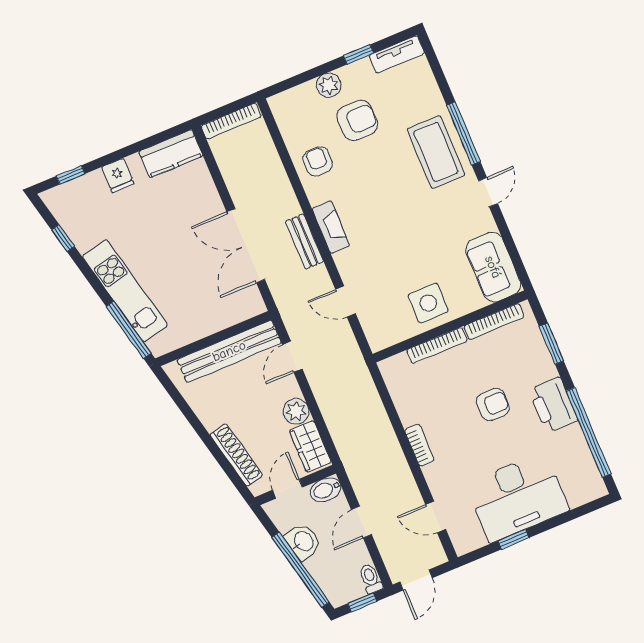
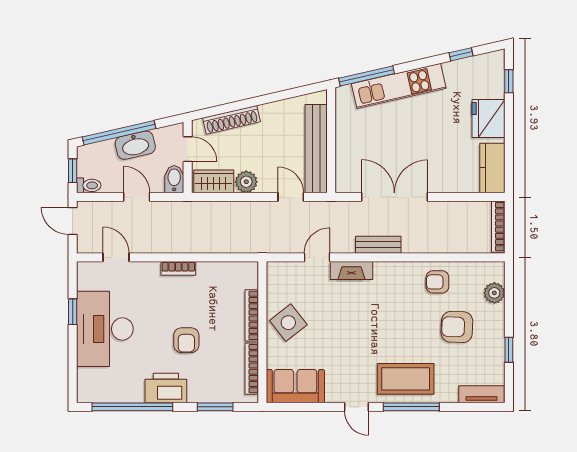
tv unit: (397, 54) -> (481, 394), moved, turned 90
plant: (329, 85) -> (494, 293), moved
armchair: (357, 120) -> (457, 327), turned 92
armchair: (318, 161) -> (437, 282), turned 180
fridge: (118, 176) -> (488, 119), width x1.88, depth x1.34
fireplace: (331, 227) -> (351, 271), moved
side table: (428, 303) -> (288, 323), turned -38
door: (436, 517) -> (116, 257), hinge flipped
washbasin: (303, 542) -> (135, 145), width x1.38

